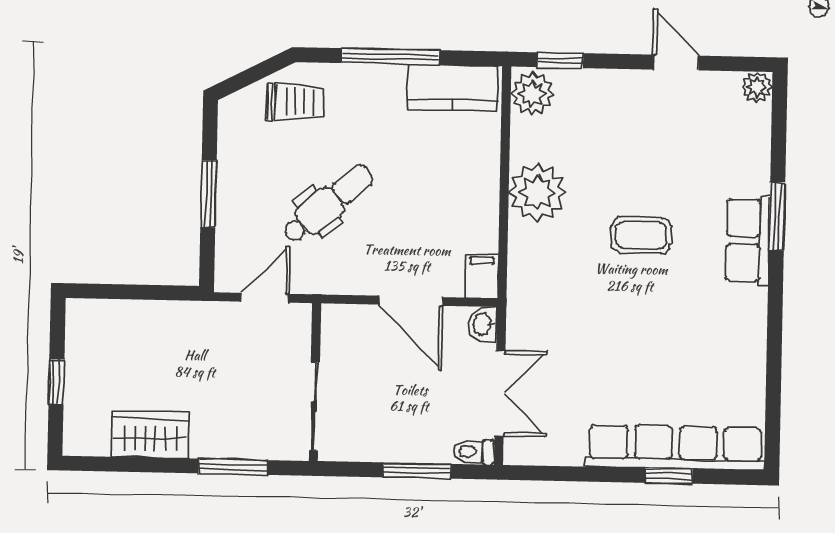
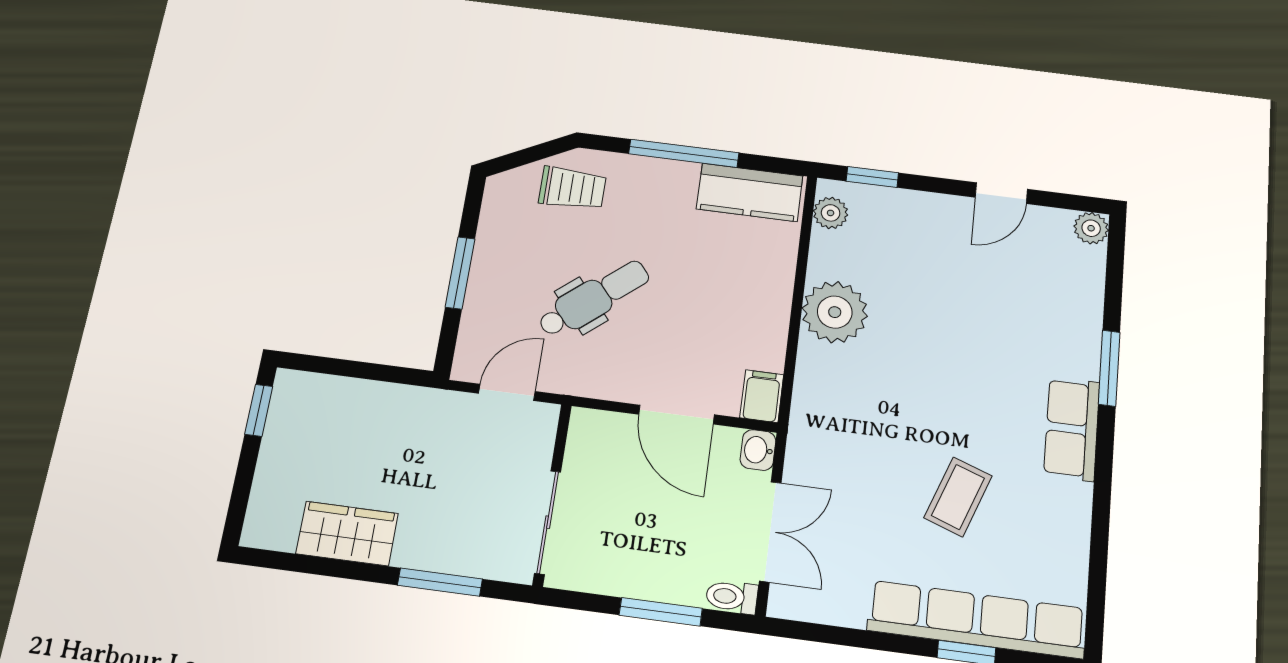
door: (676, 63) -> (1001, 193), swing flipped
plant: (532, 94) -> (831, 213), width x0.73, depth x0.73
coffee table: (641, 235) -> (958, 497), moved, turned -70
row of seats: (748, 240) -> (1072, 429), moved
window: (56, 382) -> (259, 410), moved

